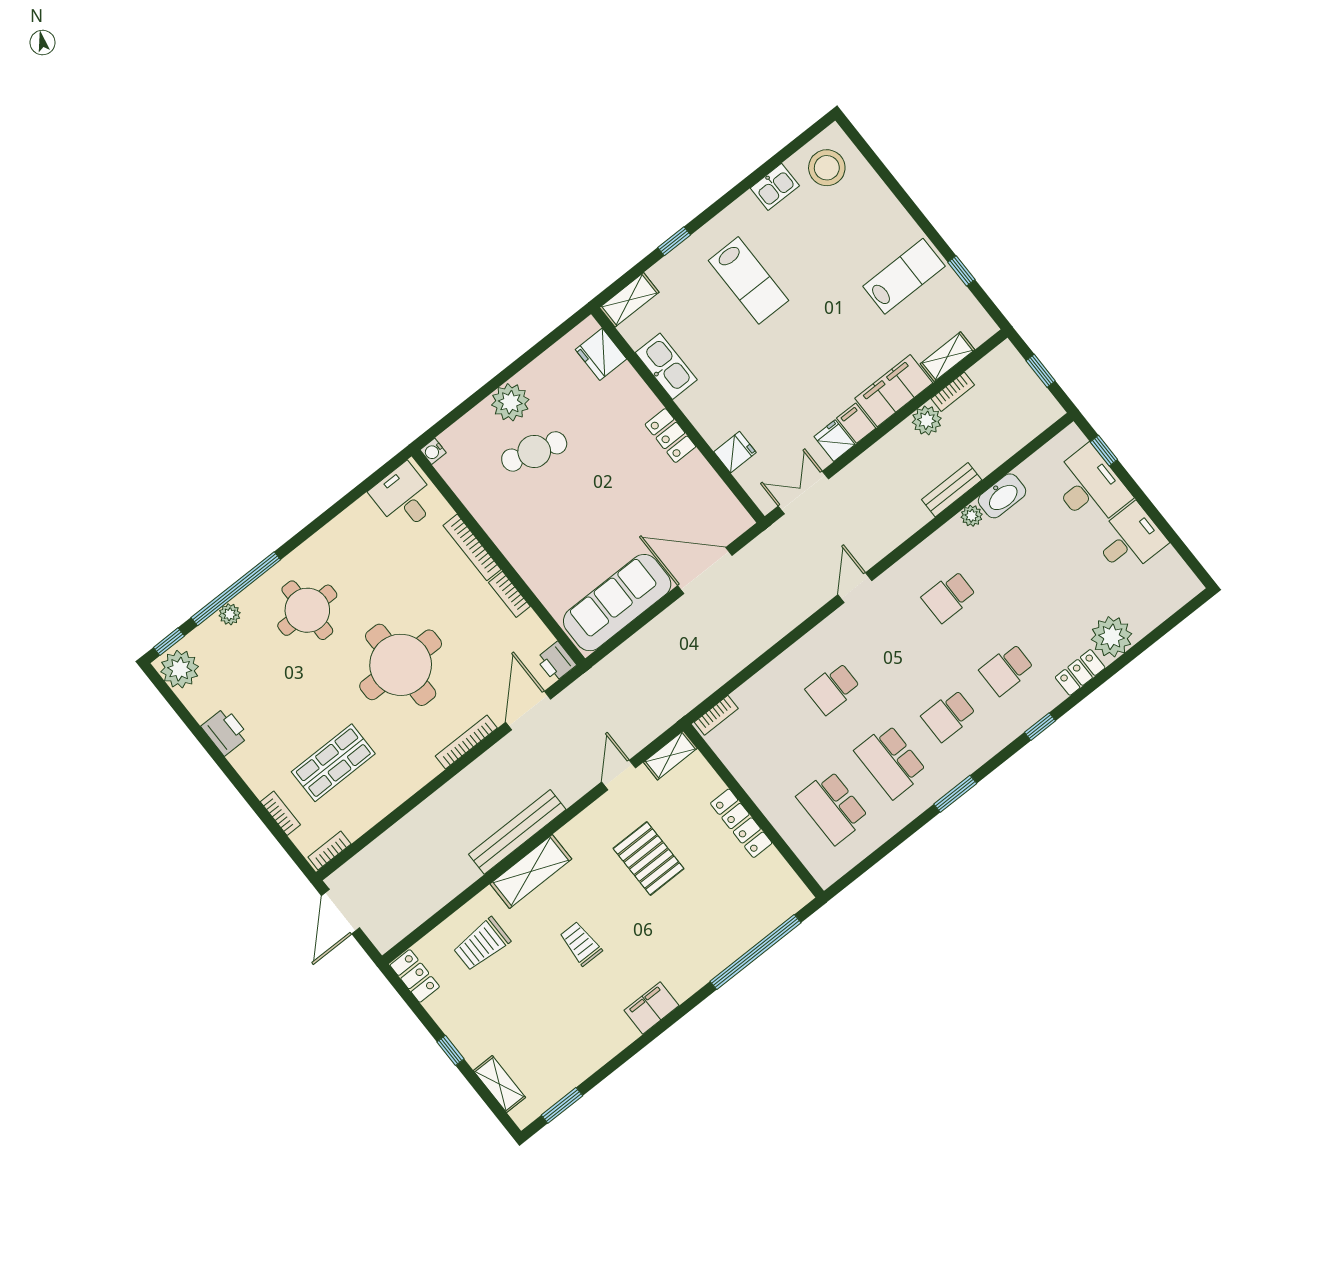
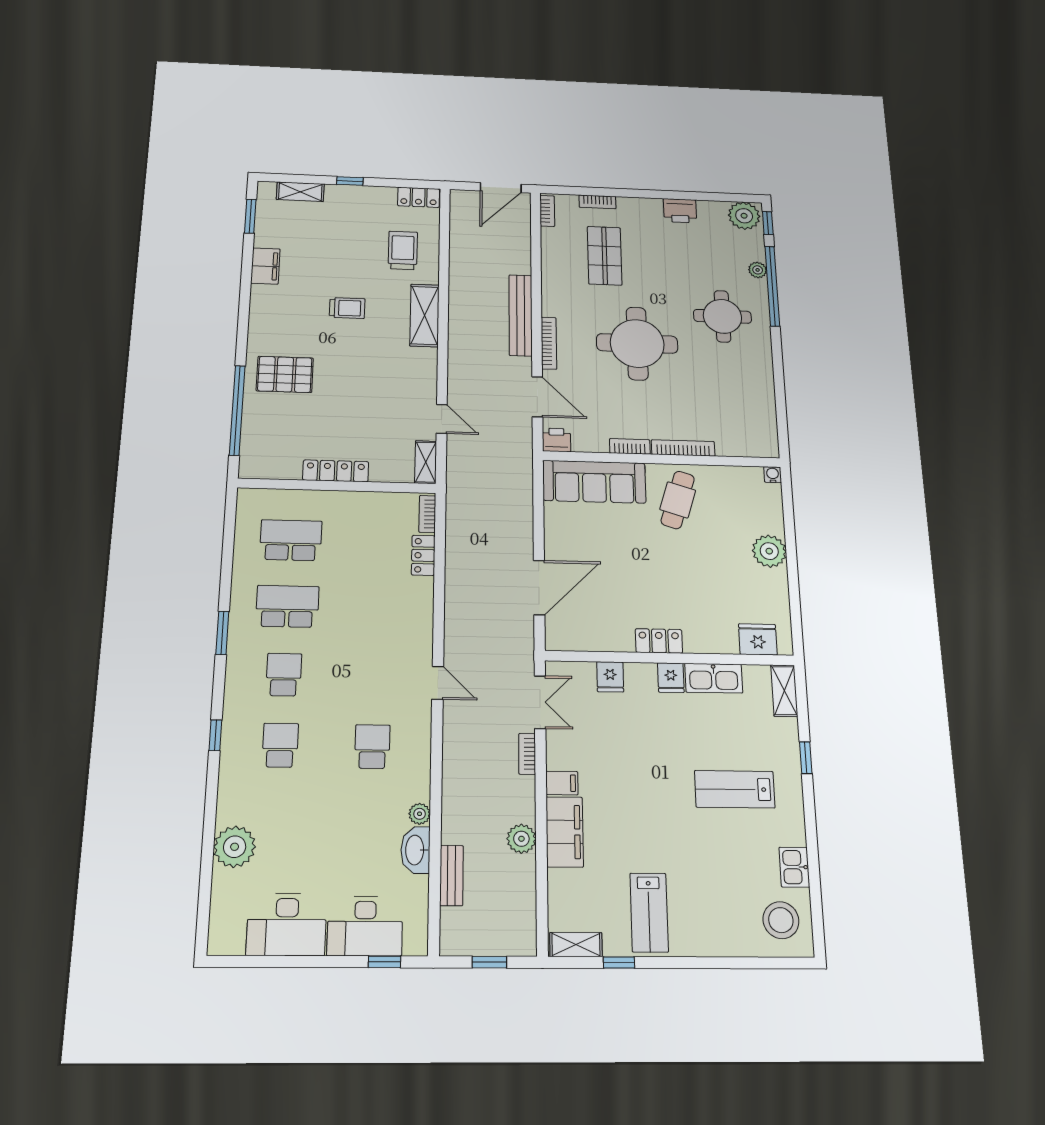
shelving: (947, 357) -> (576, 945), moved, turned 90
bookcase: (953, 392) -> (527, 754), moved
fridge: (834, 441) -> (671, 678), moved, turned 90
cafe table: (534, 451) -> (678, 500), moved
bench: (952, 490) -> (452, 875), moved
desk: (404, 497) -> (754, 432), removed
desk: (1130, 540) -> (287, 924), width x1.37
sofa: (617, 603) -> (594, 482), moved, turned 90
locker: (1080, 672) -> (423, 555), moved, turned 180
school desk: (833, 689) -> (377, 608), removed
bench: (517, 832) -> (521, 315), moved
pallet: (649, 859) -> (285, 374), moved
door: (341, 912) -> (501, 188), swing flipped
filing cabinet: (652, 1008) -> (265, 266), moved

